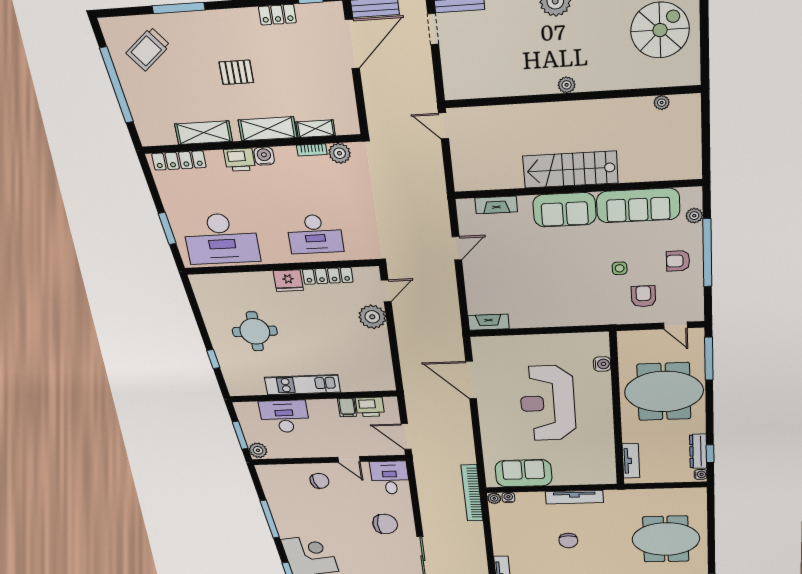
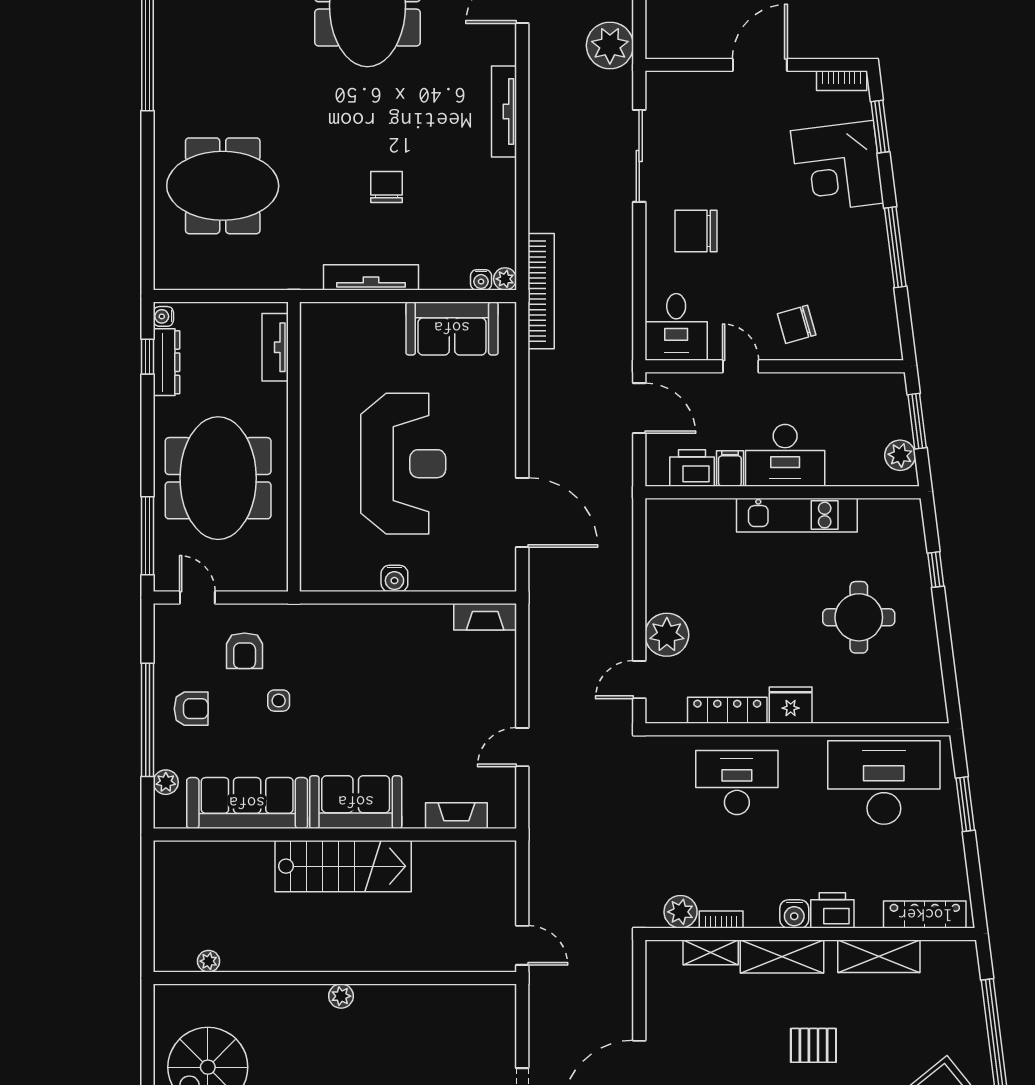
water cooler: (602, 364) -> (394, 578), moved, turned -90
meeting table: (664, 392) -> (218, 478), turned 90
desk: (285, 416) -> (785, 455), moved
plant: (258, 450) -> (900, 455), moved

